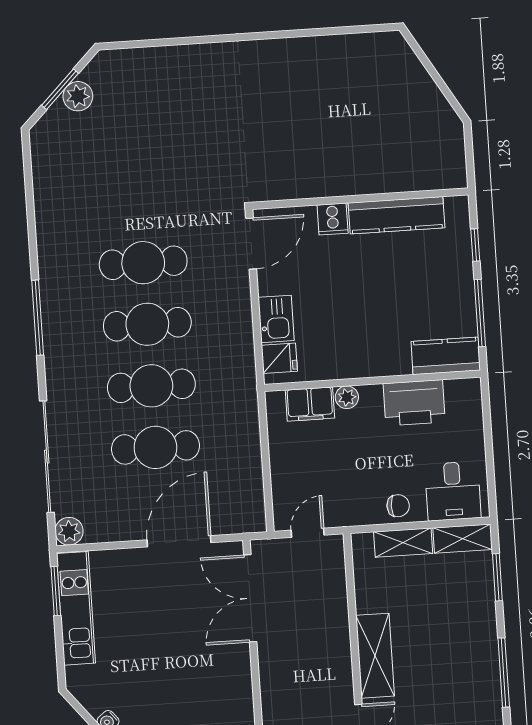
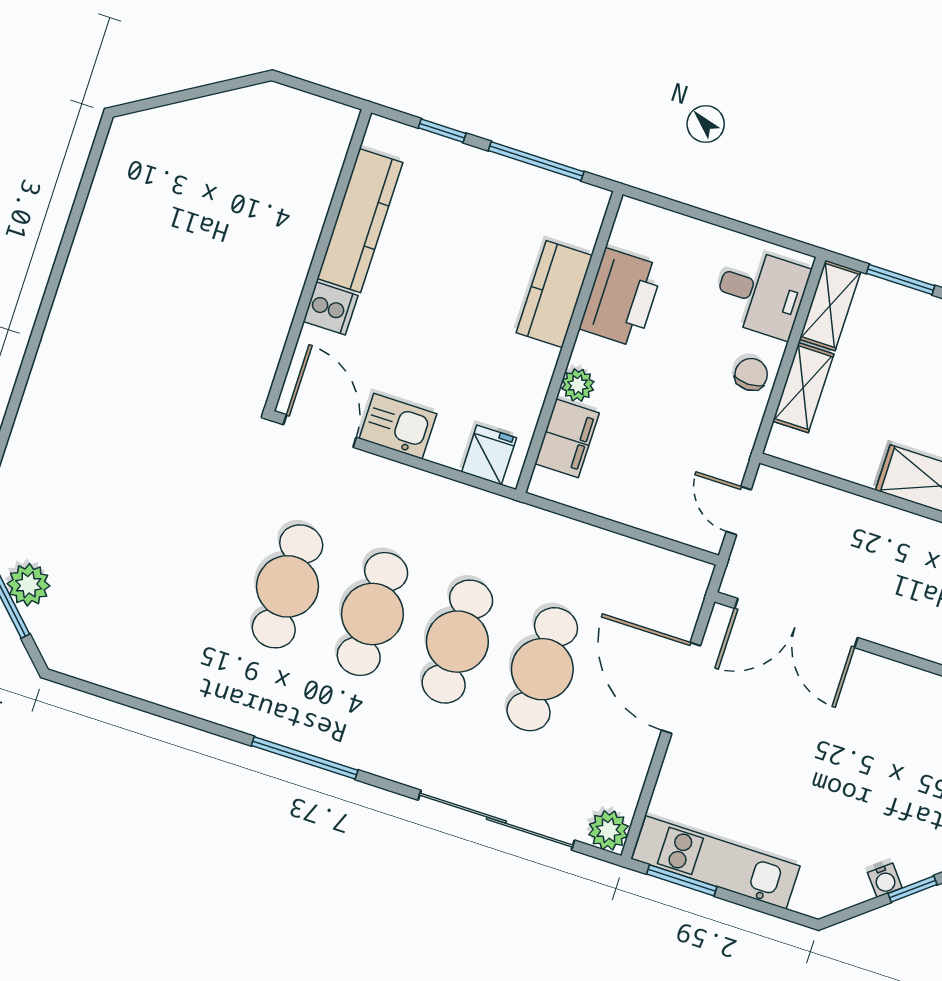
kitchen sink: (276, 319) -> (398, 426), moved
kitchen counter: (446, 356) -> (554, 294), moved

